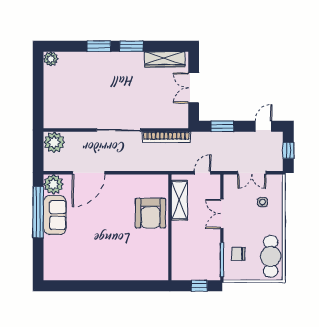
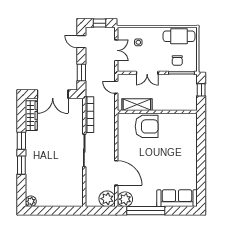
double door: (194, 88) -> (53, 94), width x1.37
plant: (54, 142) -> (107, 199), moved
sofa: (55, 215) -> (177, 198), moved, width x1.36

